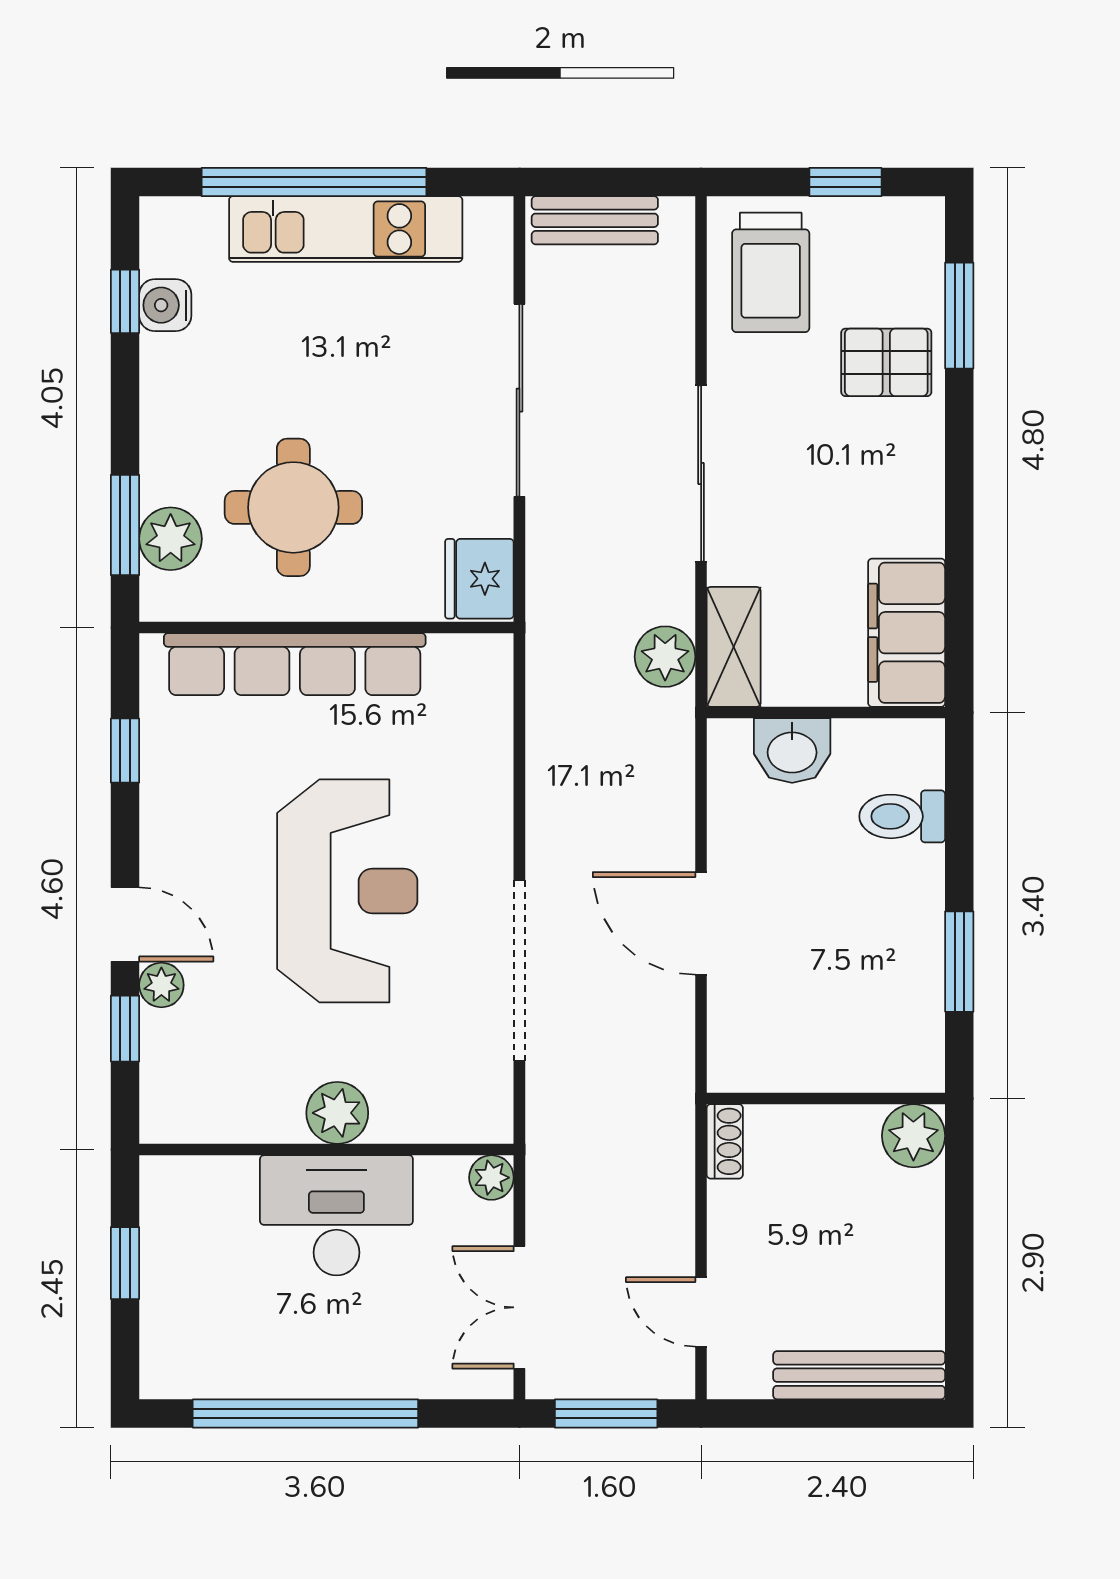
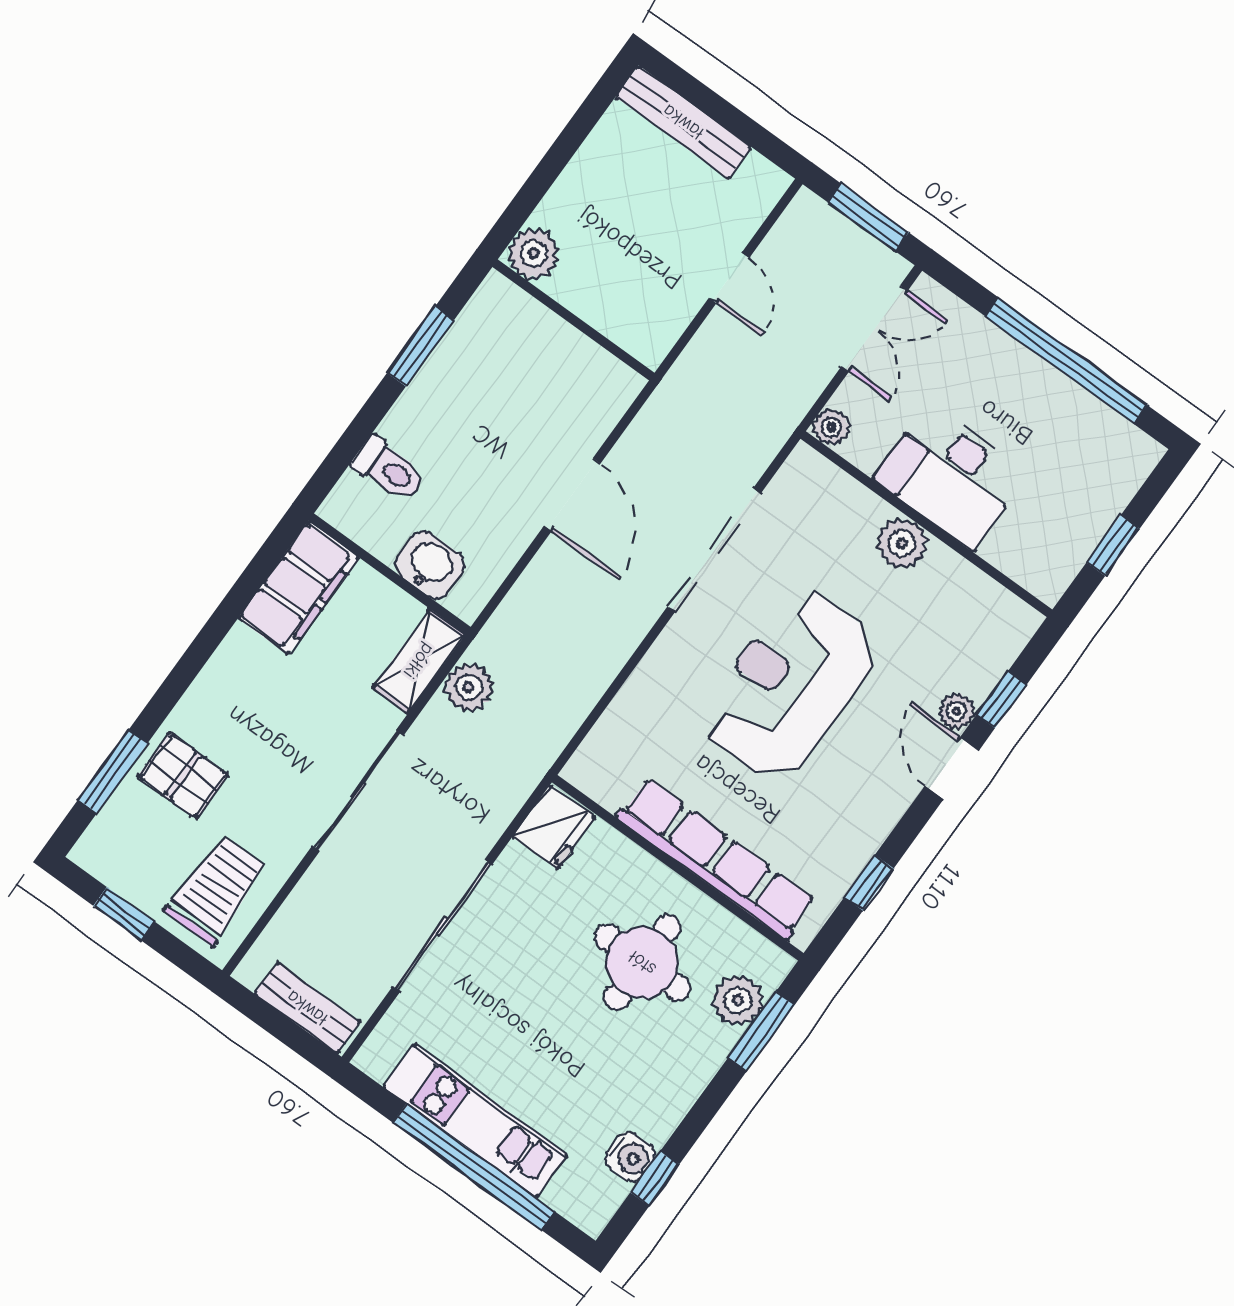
shoe rack: (725, 1141) -> (660, 340), removed
door: (701, 1312) -> (729, 278), moved

